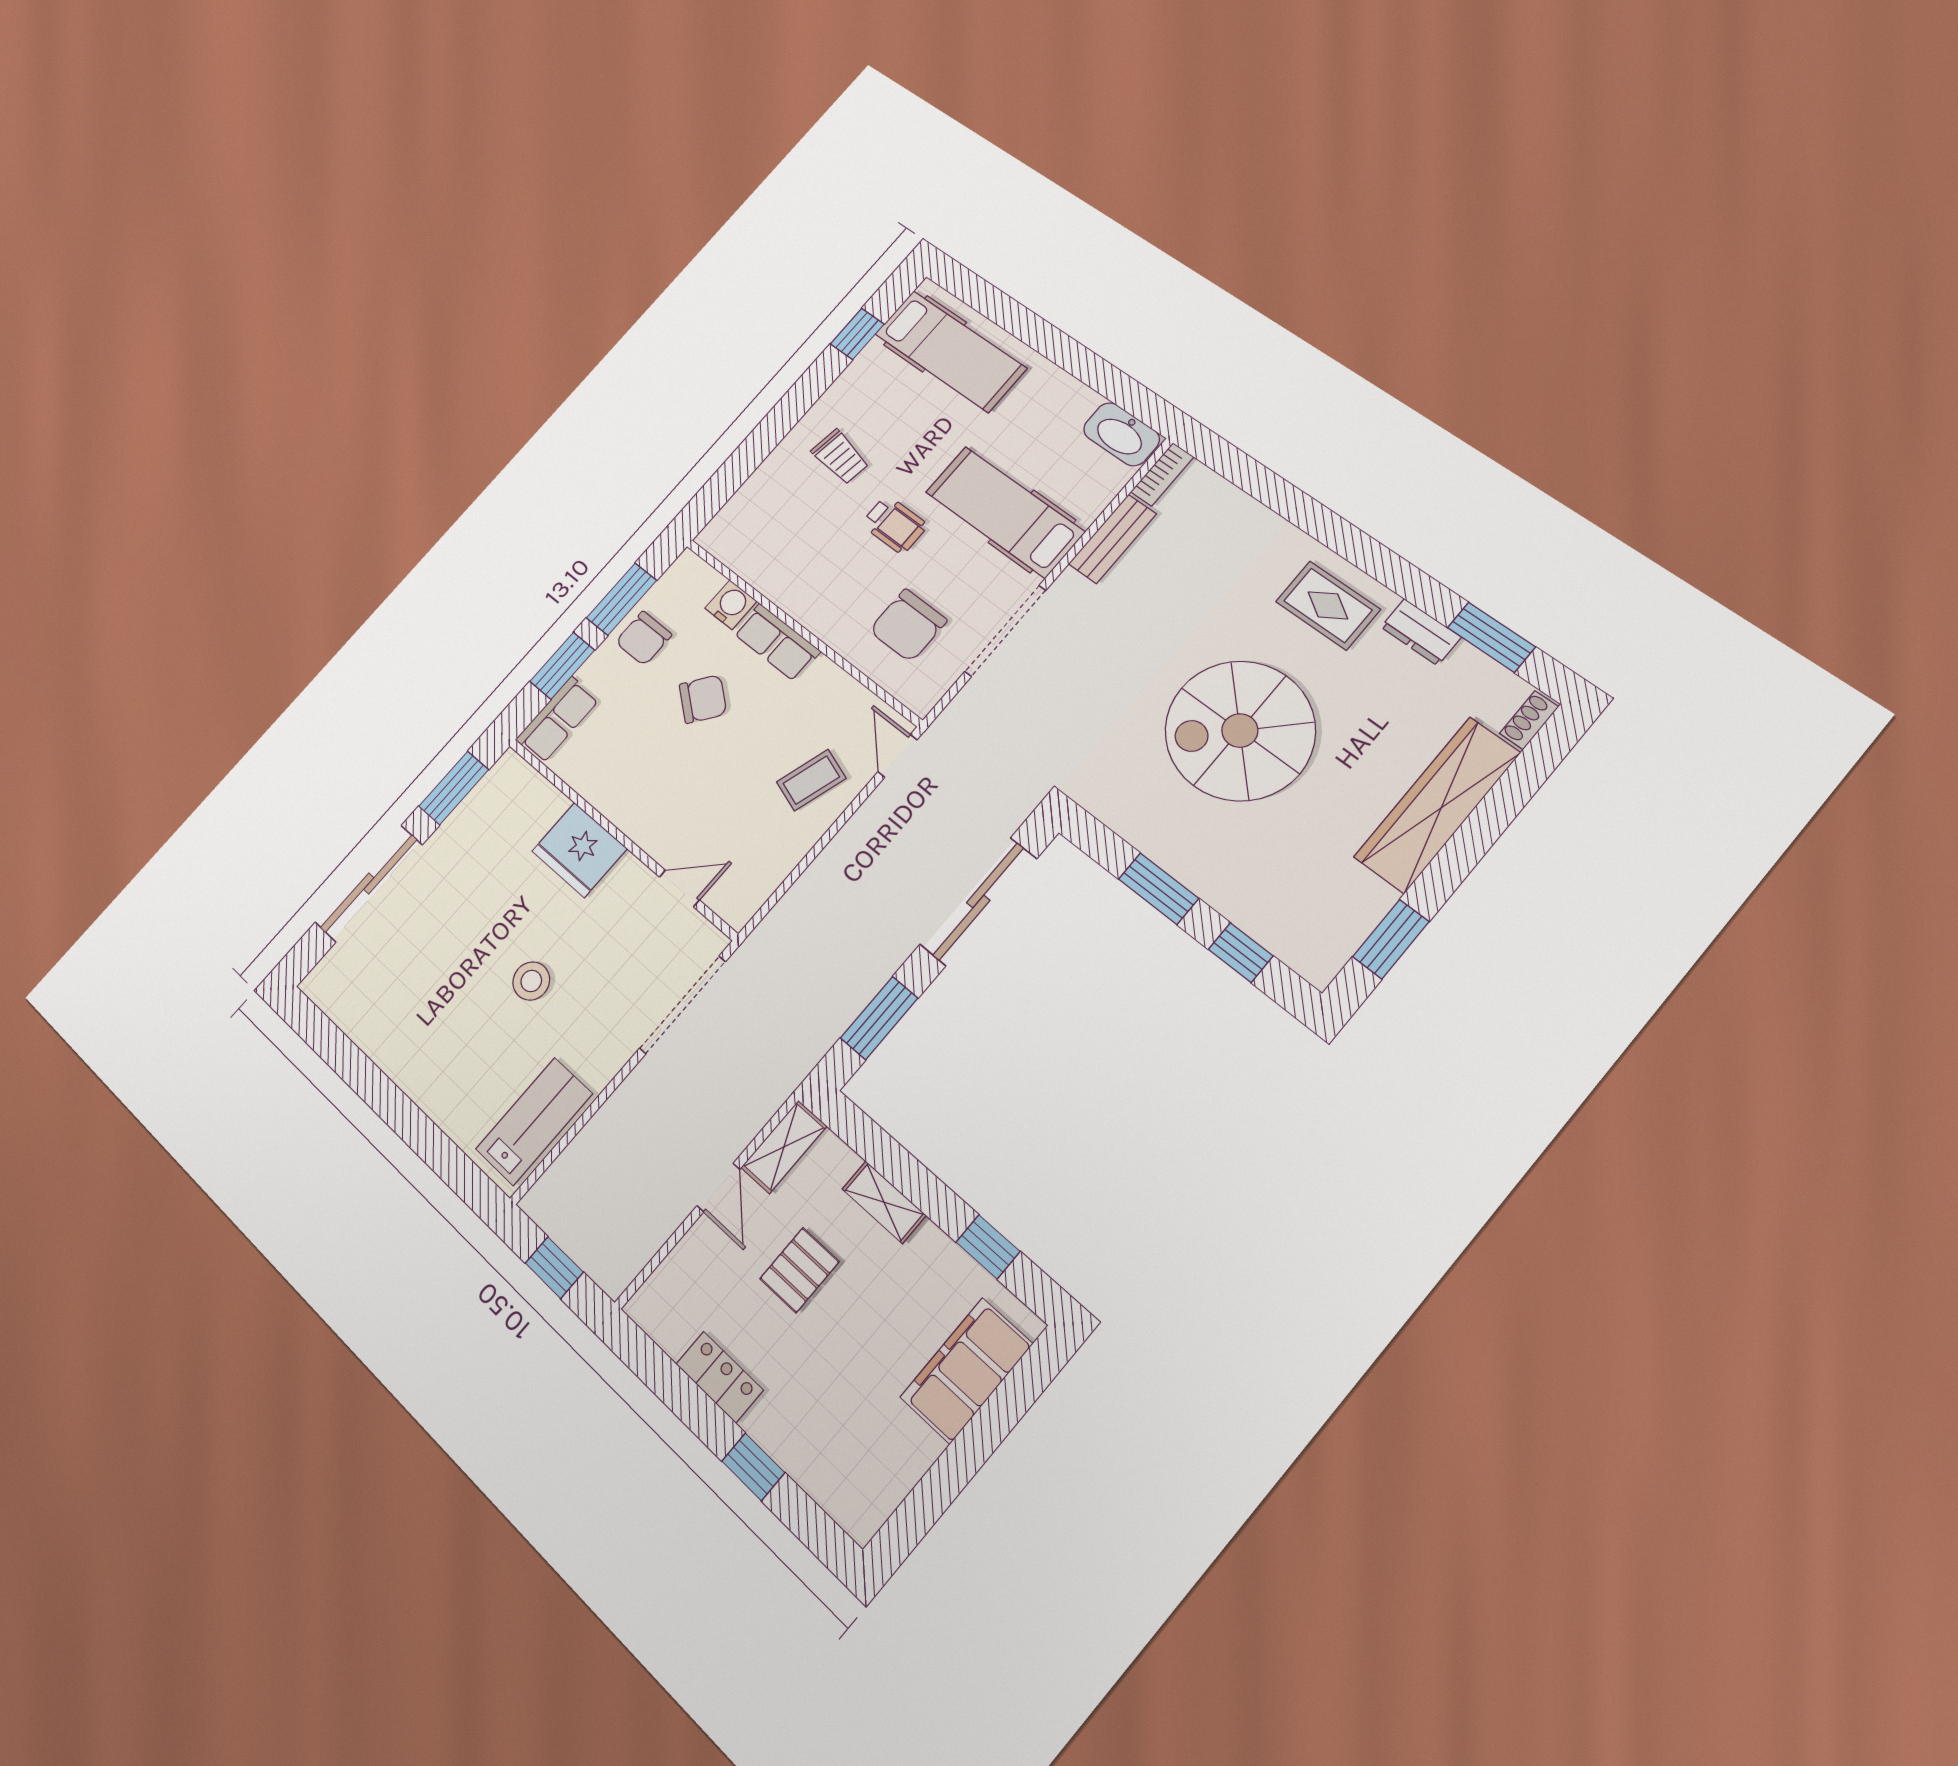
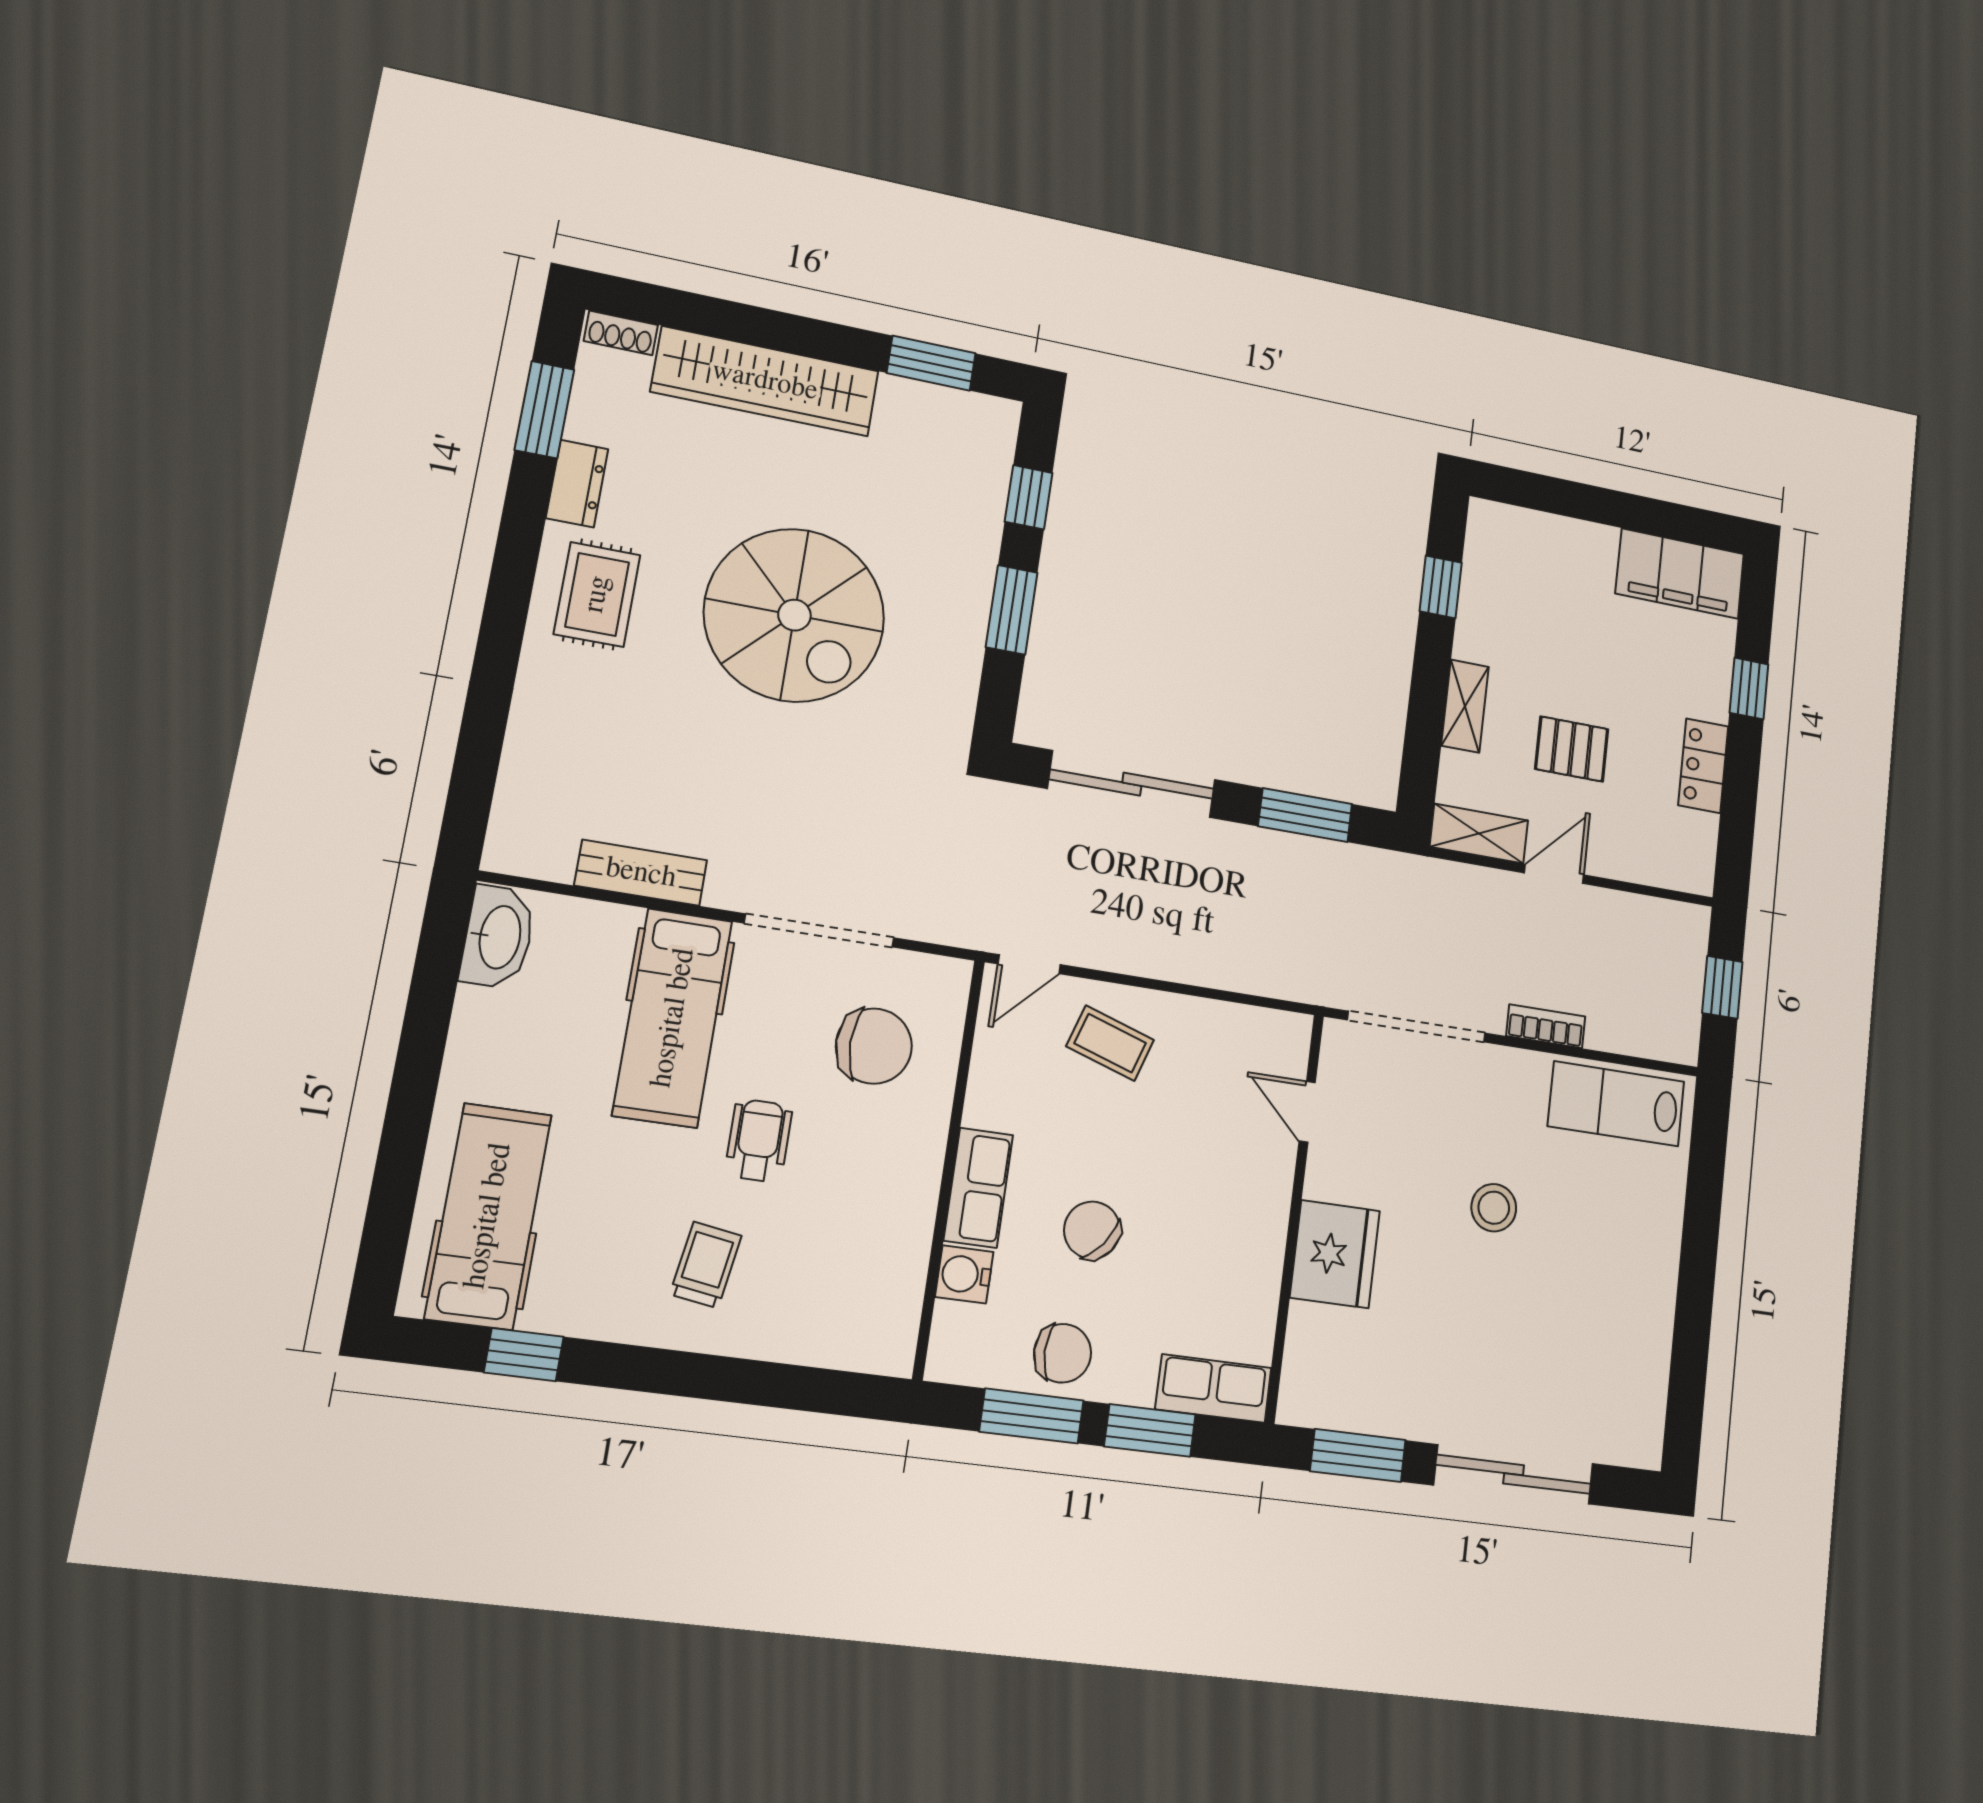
bookcase: (1162, 474) -> (1546, 1026), moved
filing cabinet: (966, 1370) -> (1680, 574), moved

